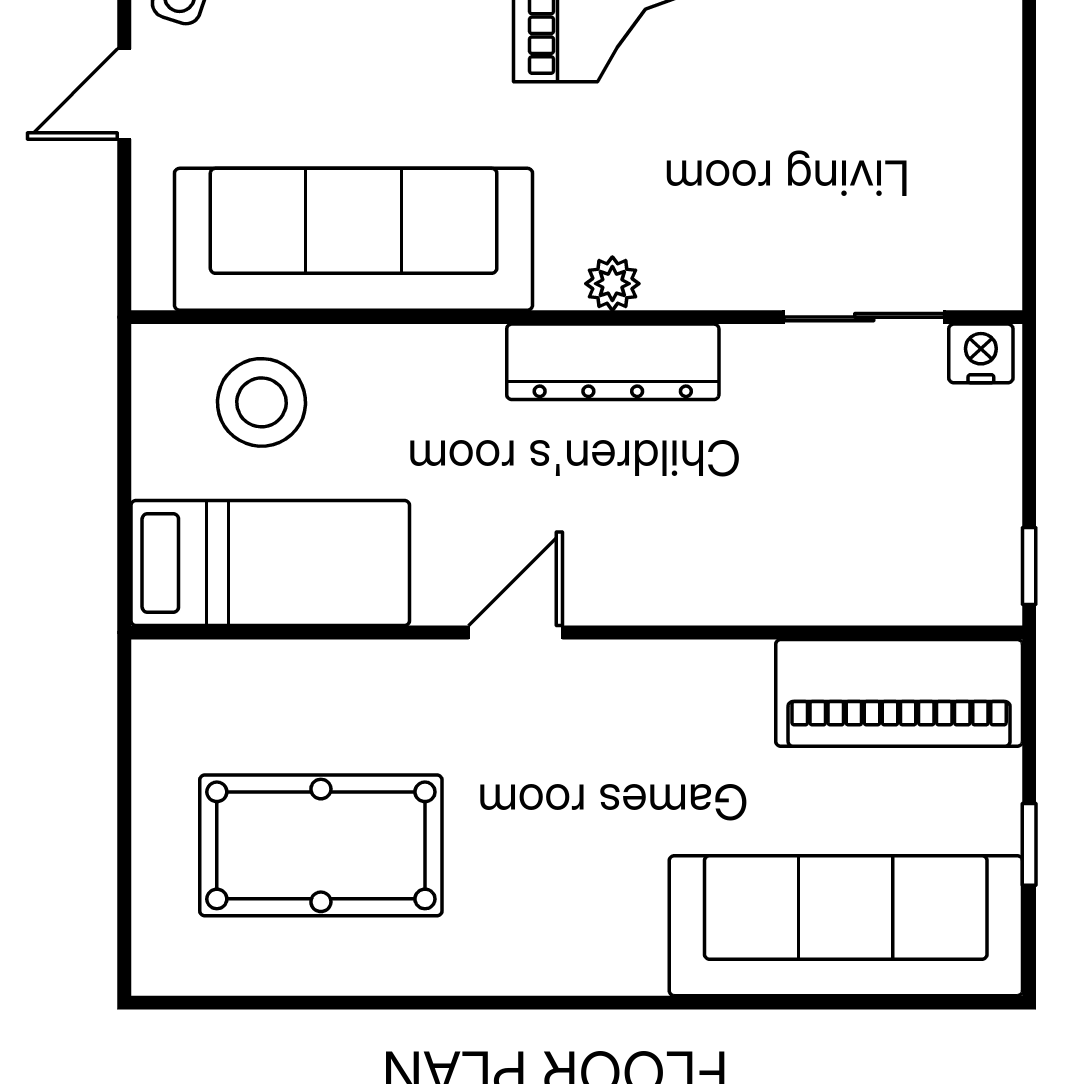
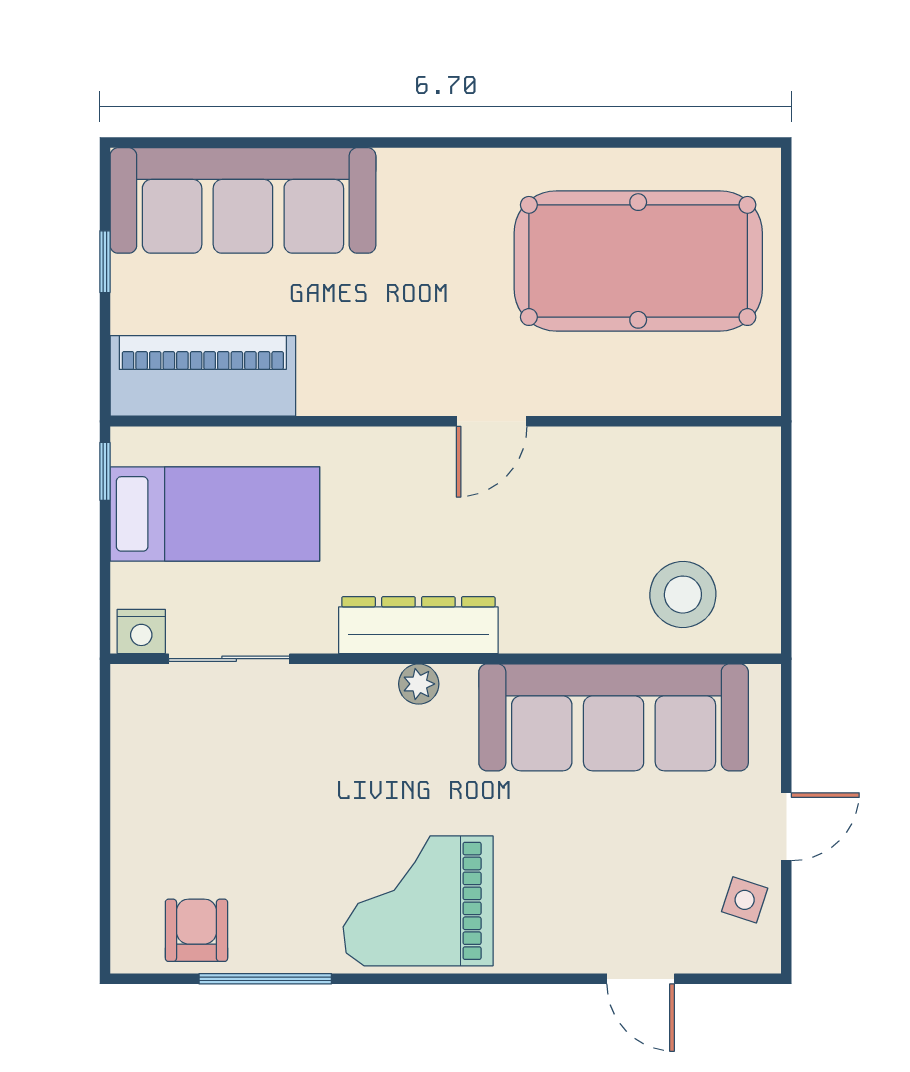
bed: (270, 563) -> (215, 514), moved, turned 180
pool table: (321, 845) -> (638, 261), width x1.36, depth x1.32

